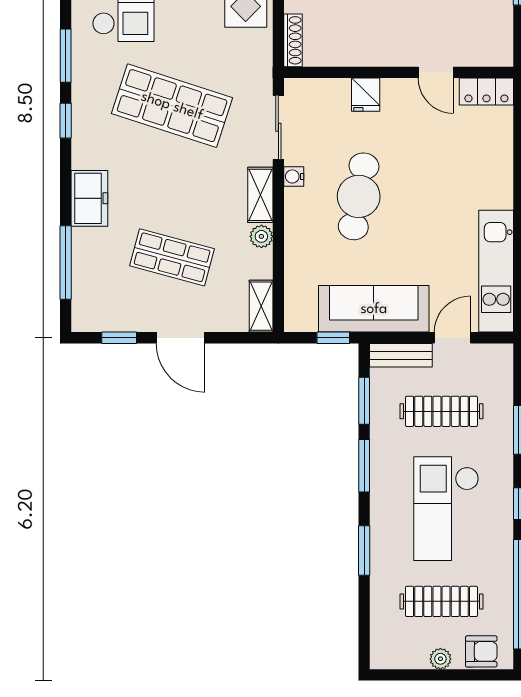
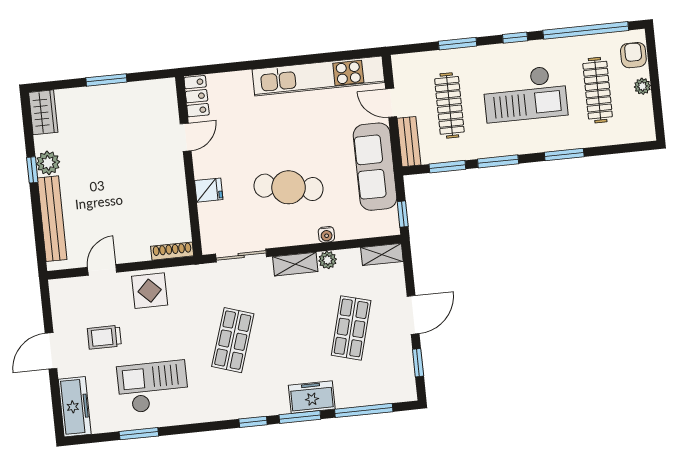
window: (66, 56) -> (300, 417), moved
shop shelf: (172, 106) -> (233, 340), width x0.70, depth x0.74
water cooler: (294, 176) -> (326, 234), moved
kitchen unit: (496, 271) -> (318, 76), width x1.36
window: (333, 338) -> (403, 214), moved

